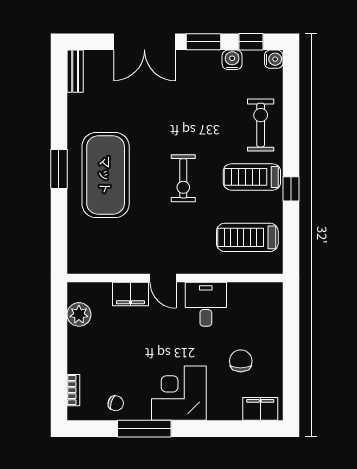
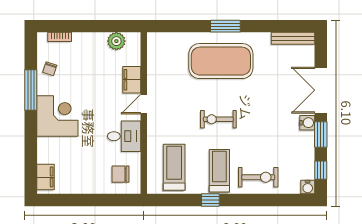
water cooler: (232, 60) -> (307, 123), moved
bench: (75, 71) -> (293, 38), width x1.36
chair: (241, 361) -> (120, 174), moved, turned 180

